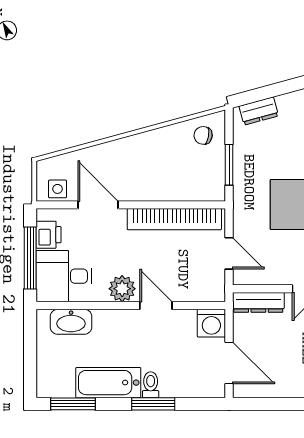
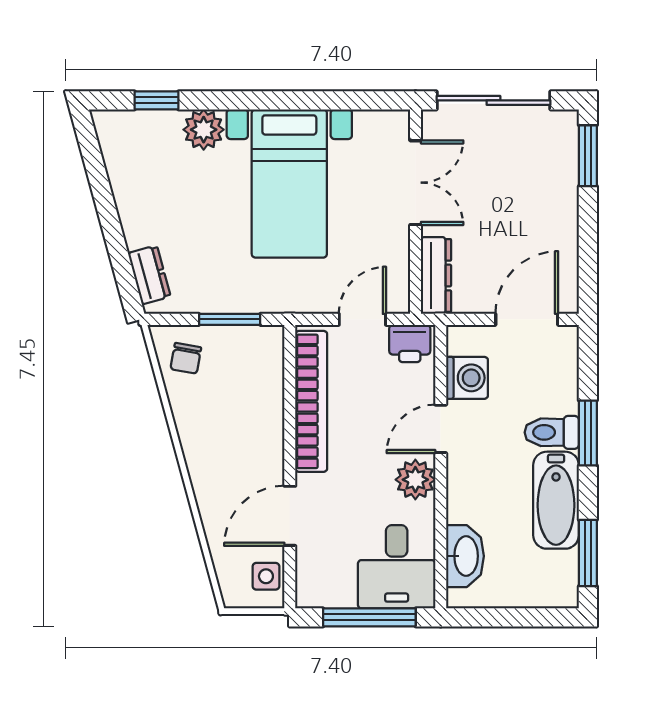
printer: (49, 235) -> (410, 343), moved, turned 180
washing machine: (211, 323) -> (467, 378), moved
toilet: (151, 385) -> (552, 432), width x1.37, depth x1.39

